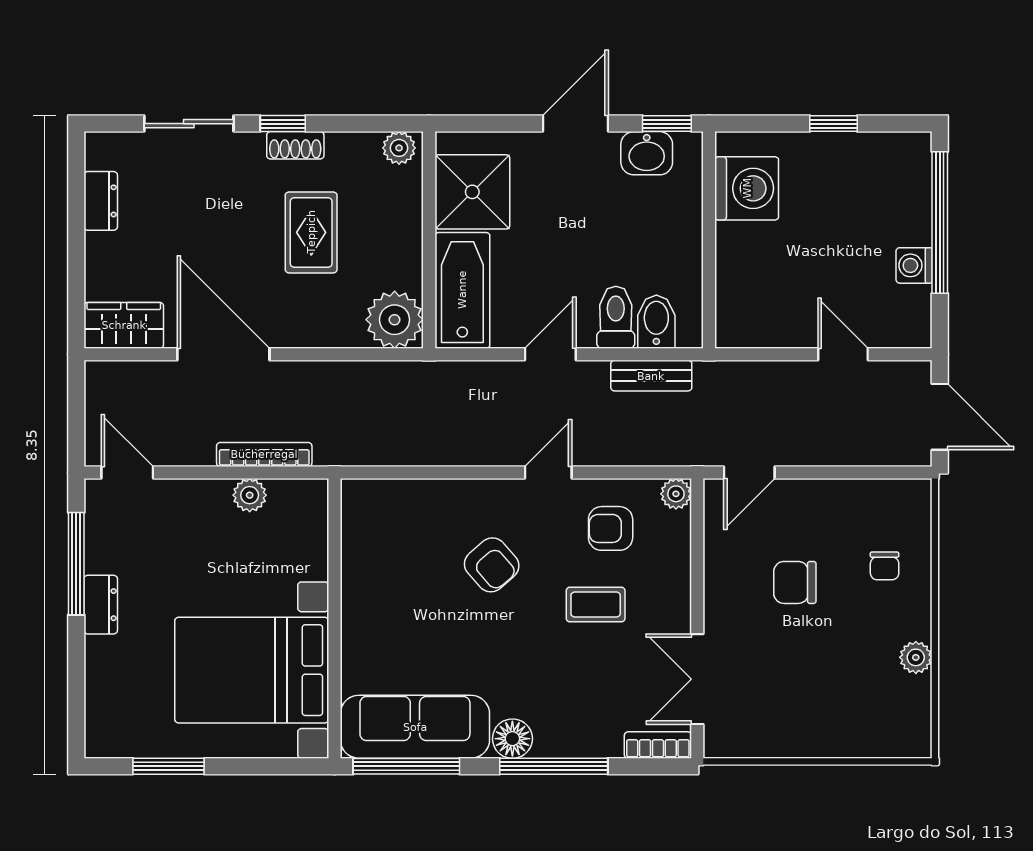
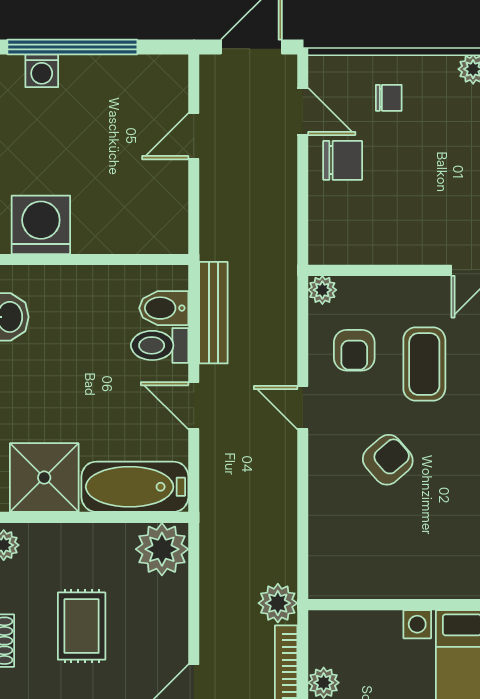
rug: (311, 232) -> (82, 626), turned 90
washing machine: (914, 265) -> (42, 71), moved
bench: (651, 376) -> (213, 313), width x1.36
plant: (336, 445) -> (278, 603), added
door: (749, 473) -> (303, 111), moved
chair: (795, 582) -> (343, 160), moved, turned -90
coffee table: (596, 605) -> (424, 364), width x1.36, depth x1.30

